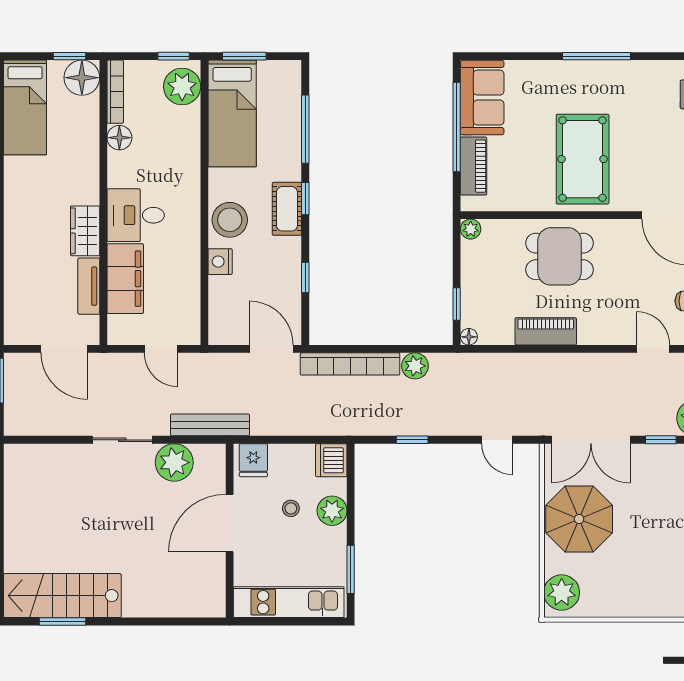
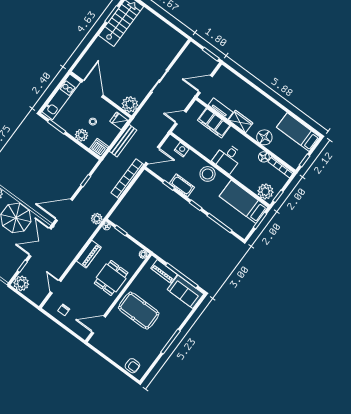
floor lamp: (82, 78) -> (264, 137), moved
cot: (287, 209) -> (182, 185), moved
desk: (136, 215) -> (228, 158), moved, turned 180
nightstand: (220, 262) -> (182, 150), moved
door: (653, 349) -> (56, 287), swing flipped
plant: (415, 366) -> (97, 219), moved
bench: (210, 425) -> (123, 141), moved
door: (497, 440) -> (64, 210), width x1.88
plant: (174, 462) -> (130, 104), moved
door: (230, 523) -> (92, 89), moved

